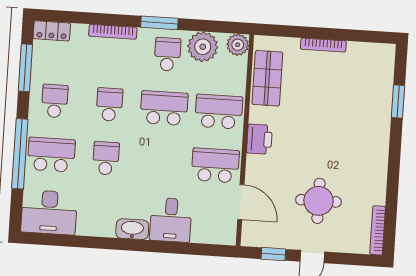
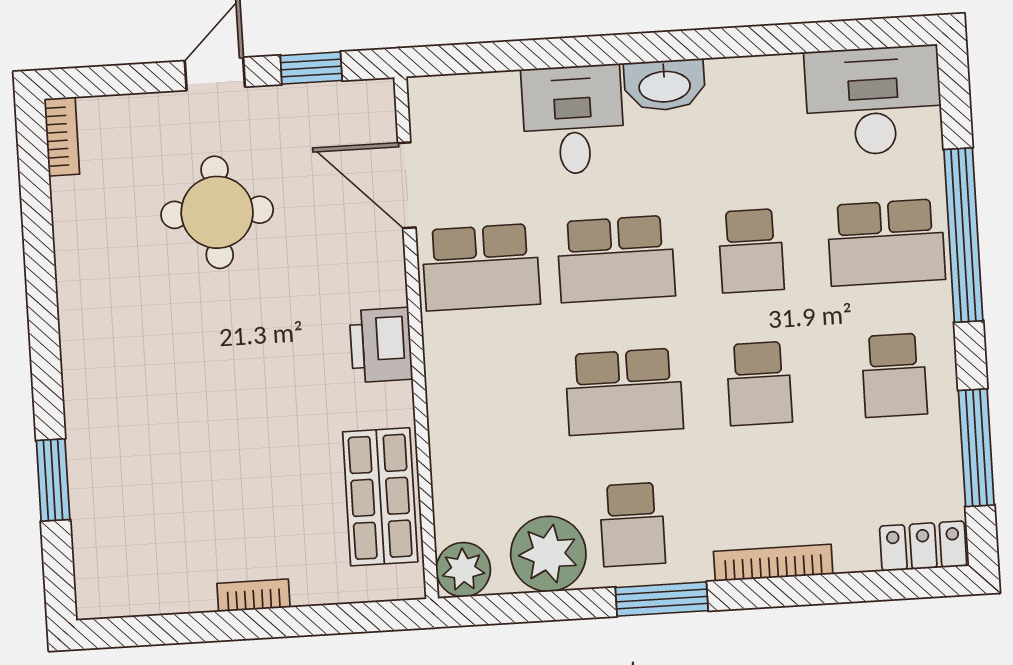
bookcase: (323, 45) -> (254, 595), width x0.64
school desk: (219, 112) -> (616, 259), moved
bookcase: (378, 230) -> (62, 136), width x0.64

